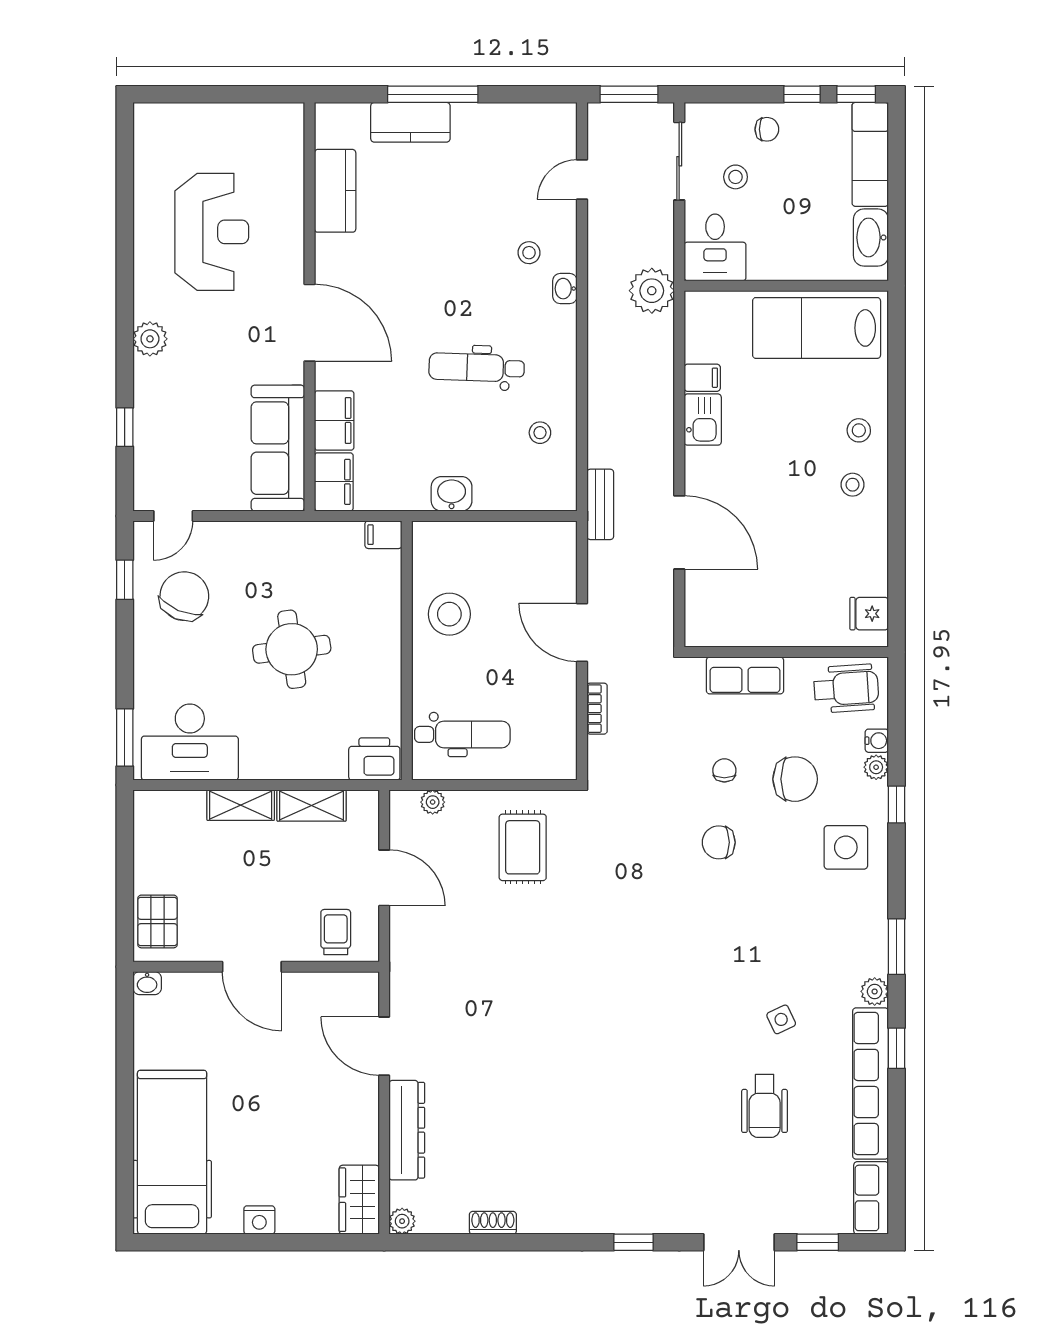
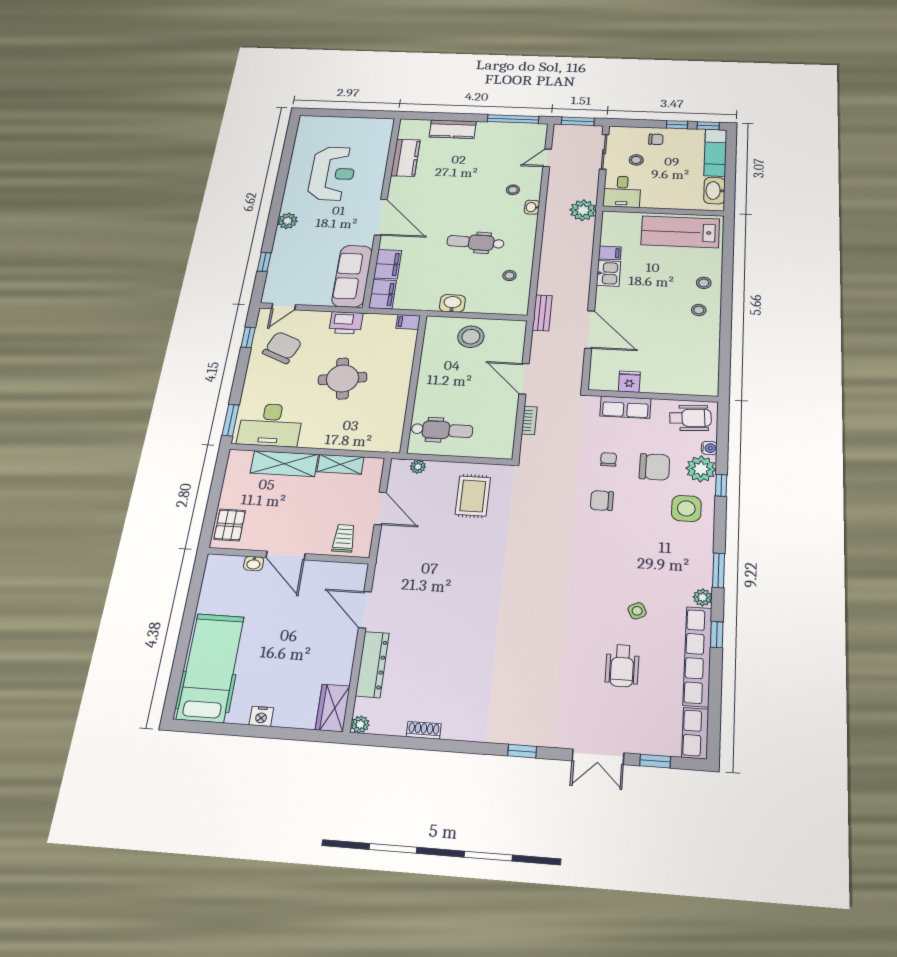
window: (433, 94) -> (513, 119), moved
stool: (449, 614) -> (471, 337), moved
fridge: (869, 614) -> (629, 382), moved, turned 90
printer: (374, 759) -> (346, 323), moved, turned 180
plant: (876, 767) -> (701, 469), width x1.88, depth x1.88
shelving: (241, 805) -> (284, 464), width x1.50, depth x1.33
washbasin: (147, 983) -> (254, 563), moved

